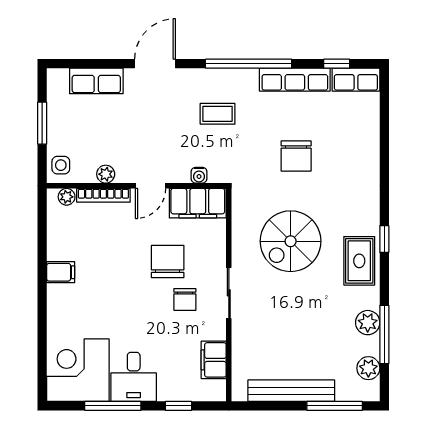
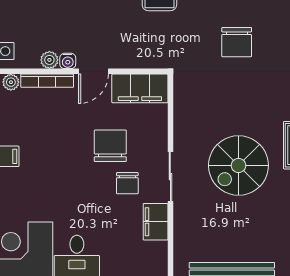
water cooler: (199, 175) -> (68, 61), moved
spiral stairs: (291, 241) -> (238, 165), moved
filing cabinet: (214, 360) -> (156, 222), moved

